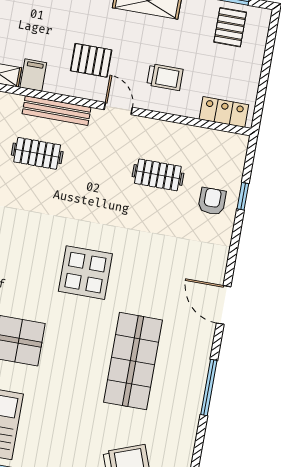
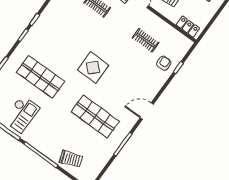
door: (224, 305) -> (147, 111), hinge flipped
shop shelf: (133, 361) -> (95, 116), turned 90

